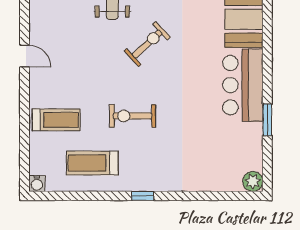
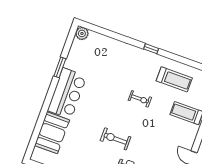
exercise bike: (147, 44) -> (115, 139), turned 43
exercise bike: (133, 116) -> (140, 99), width x0.73, depth x0.72

